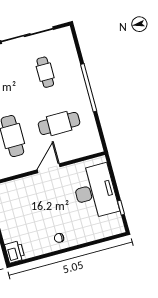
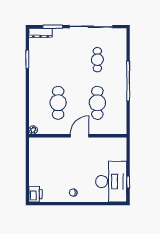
cafe table: (59, 123) -> (97, 103), turned 90
desk: (95, 192) -> (111, 182), moved

